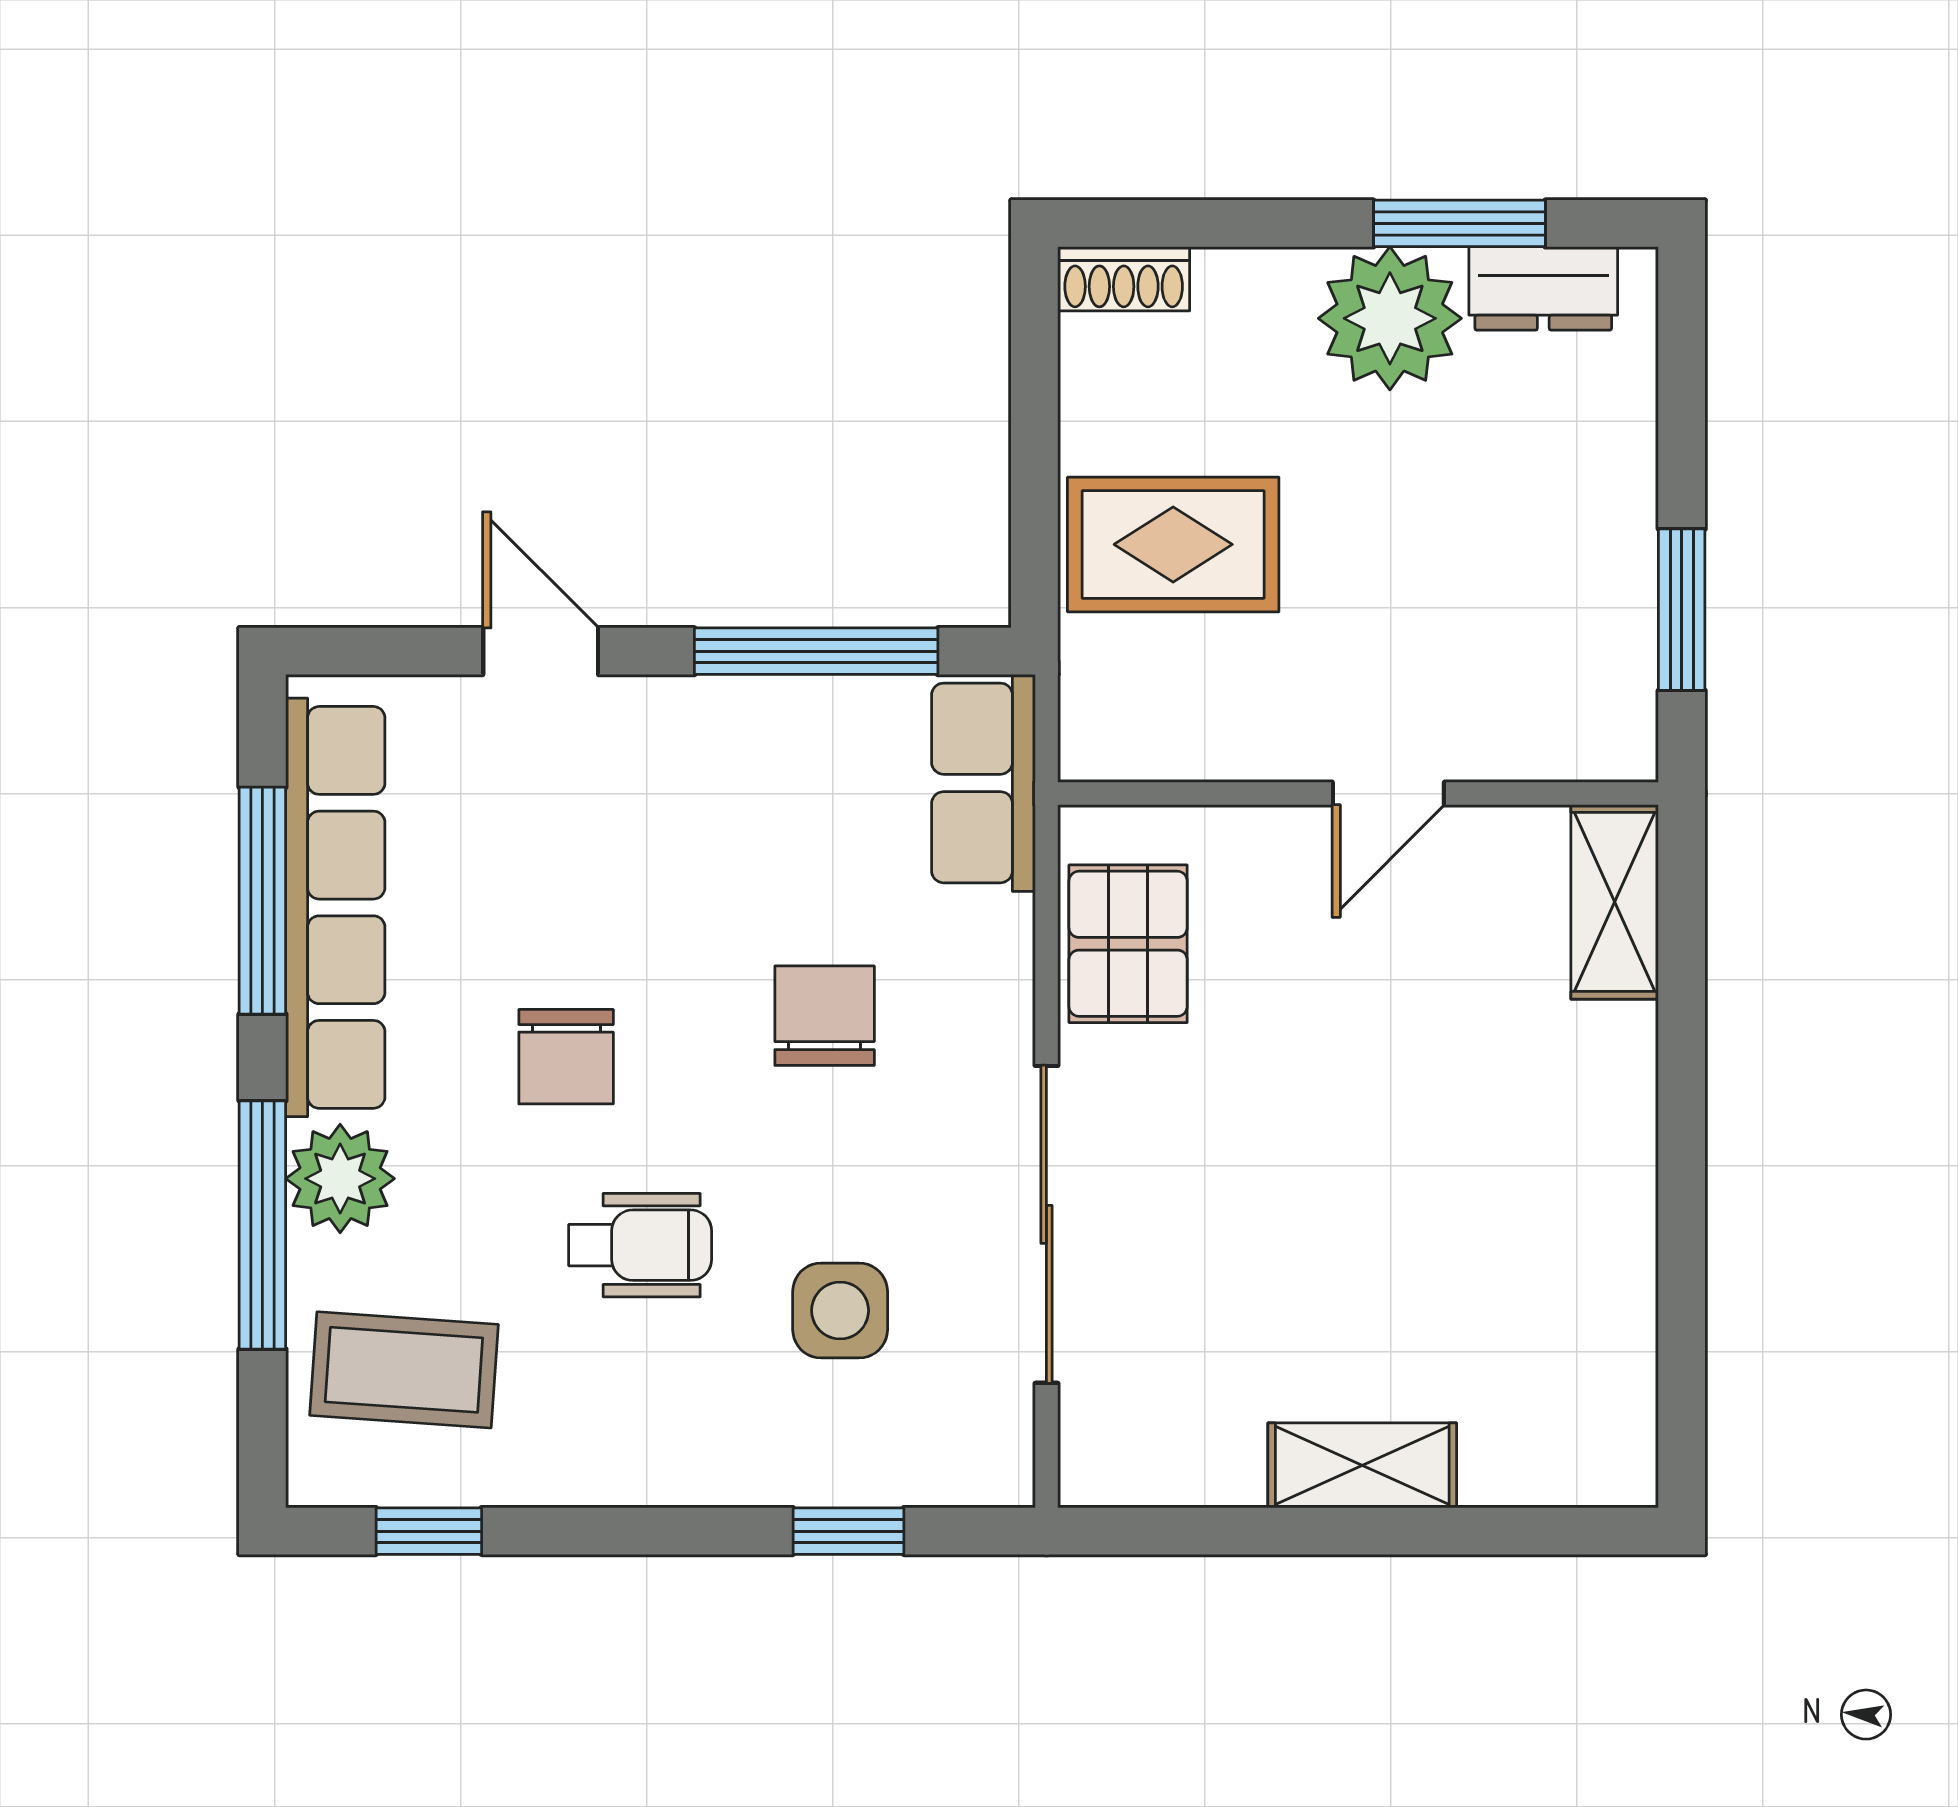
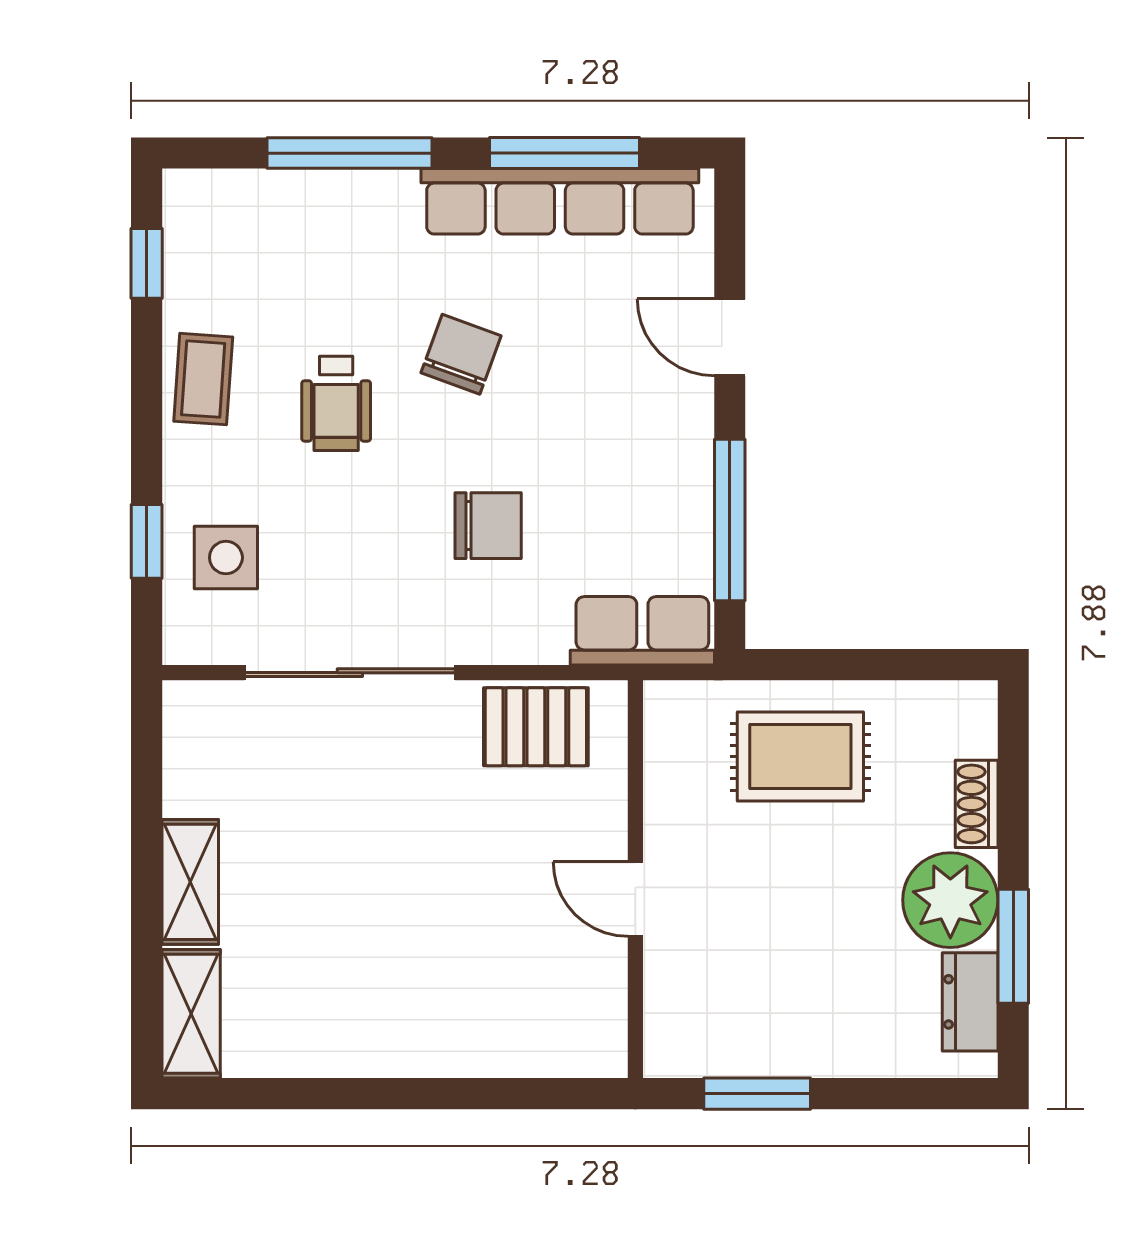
shoe rack: (1124, 279) -> (977, 804), moved
rug: (1173, 544) -> (800, 757), turned 90
door: (541, 651) -> (730, 337), swing flipped
shelving: (1615, 902) -> (191, 1014), moved, turned 90
chair: (566, 1057) -> (461, 354), turned 110
plant: (340, 1179) -> (380, 204), removed
side table: (840, 1311) -> (226, 558), moved
coffee table: (404, 1370) -> (203, 379), moved, width x0.73, depth x0.77

